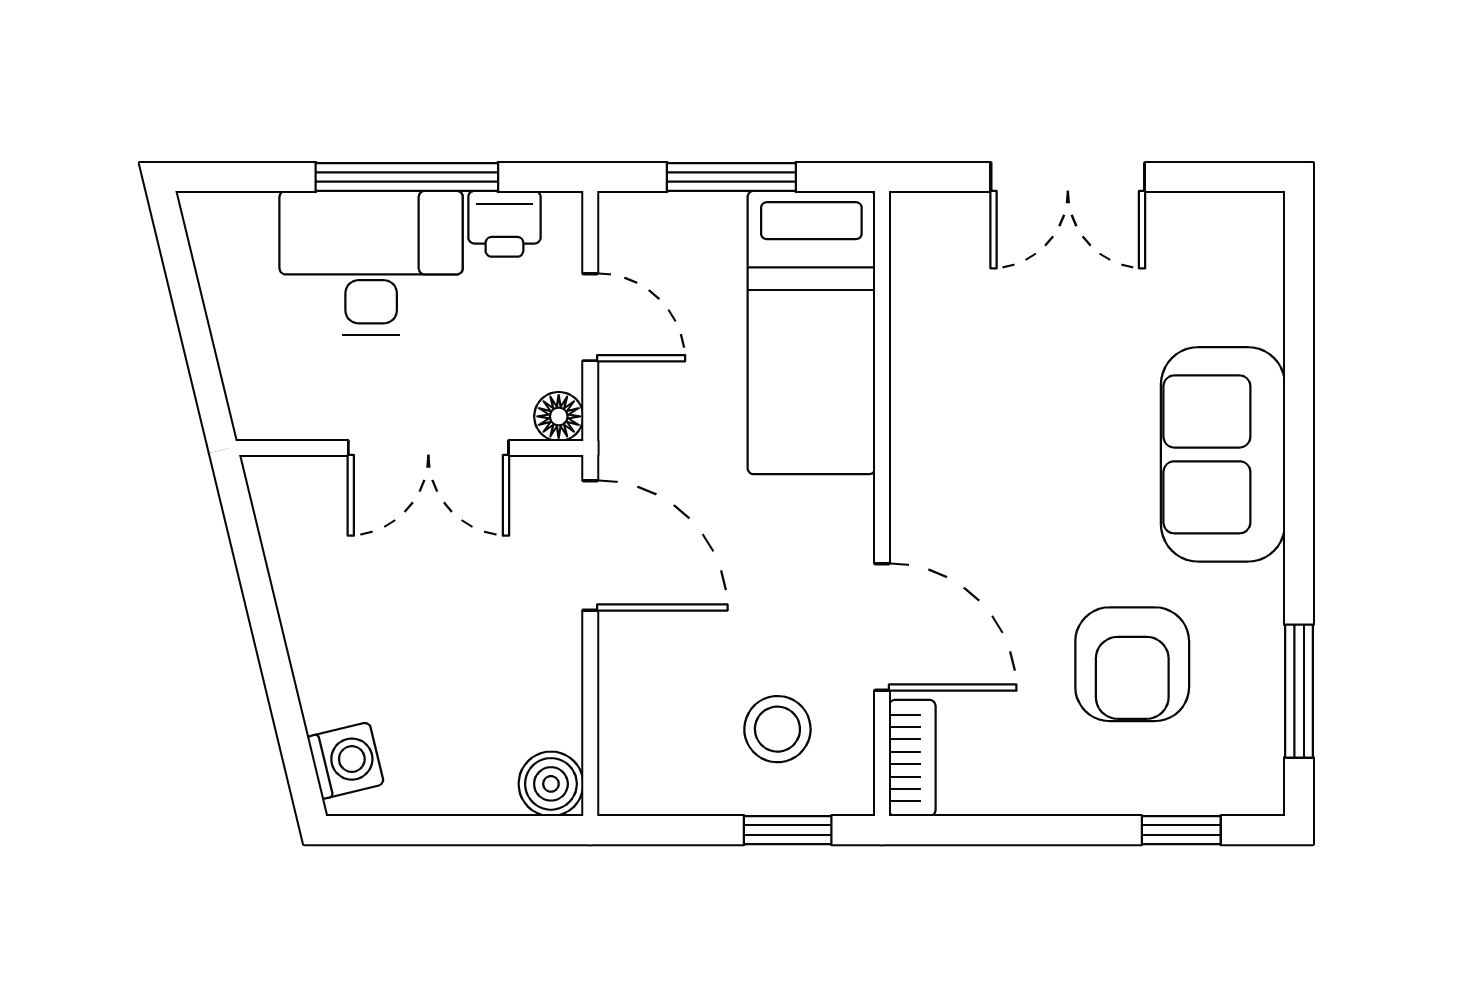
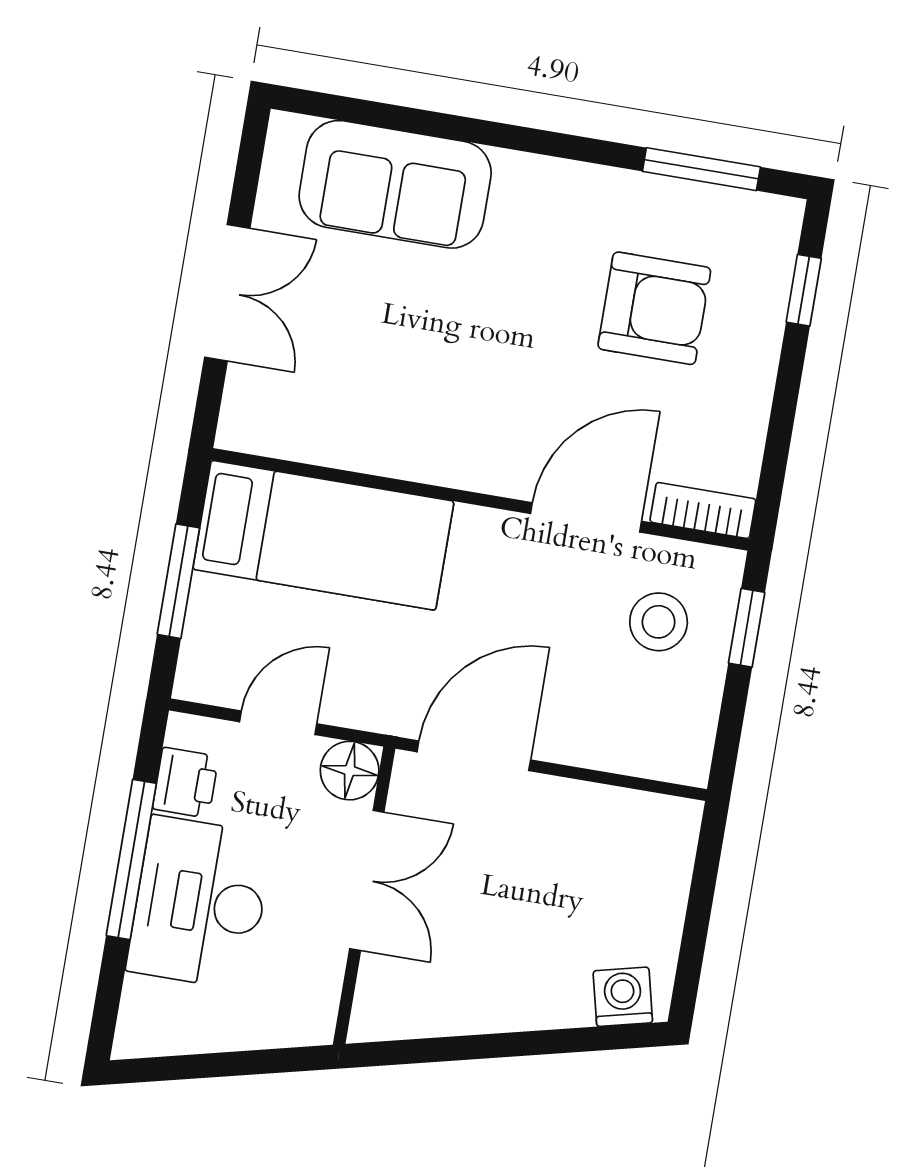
floor lamp: (559, 416) -> (350, 771), width x1.37, depth x1.37
sofa: (1223, 454) -> (395, 184), moved
boiler: (551, 784) -> (673, 824), removed

